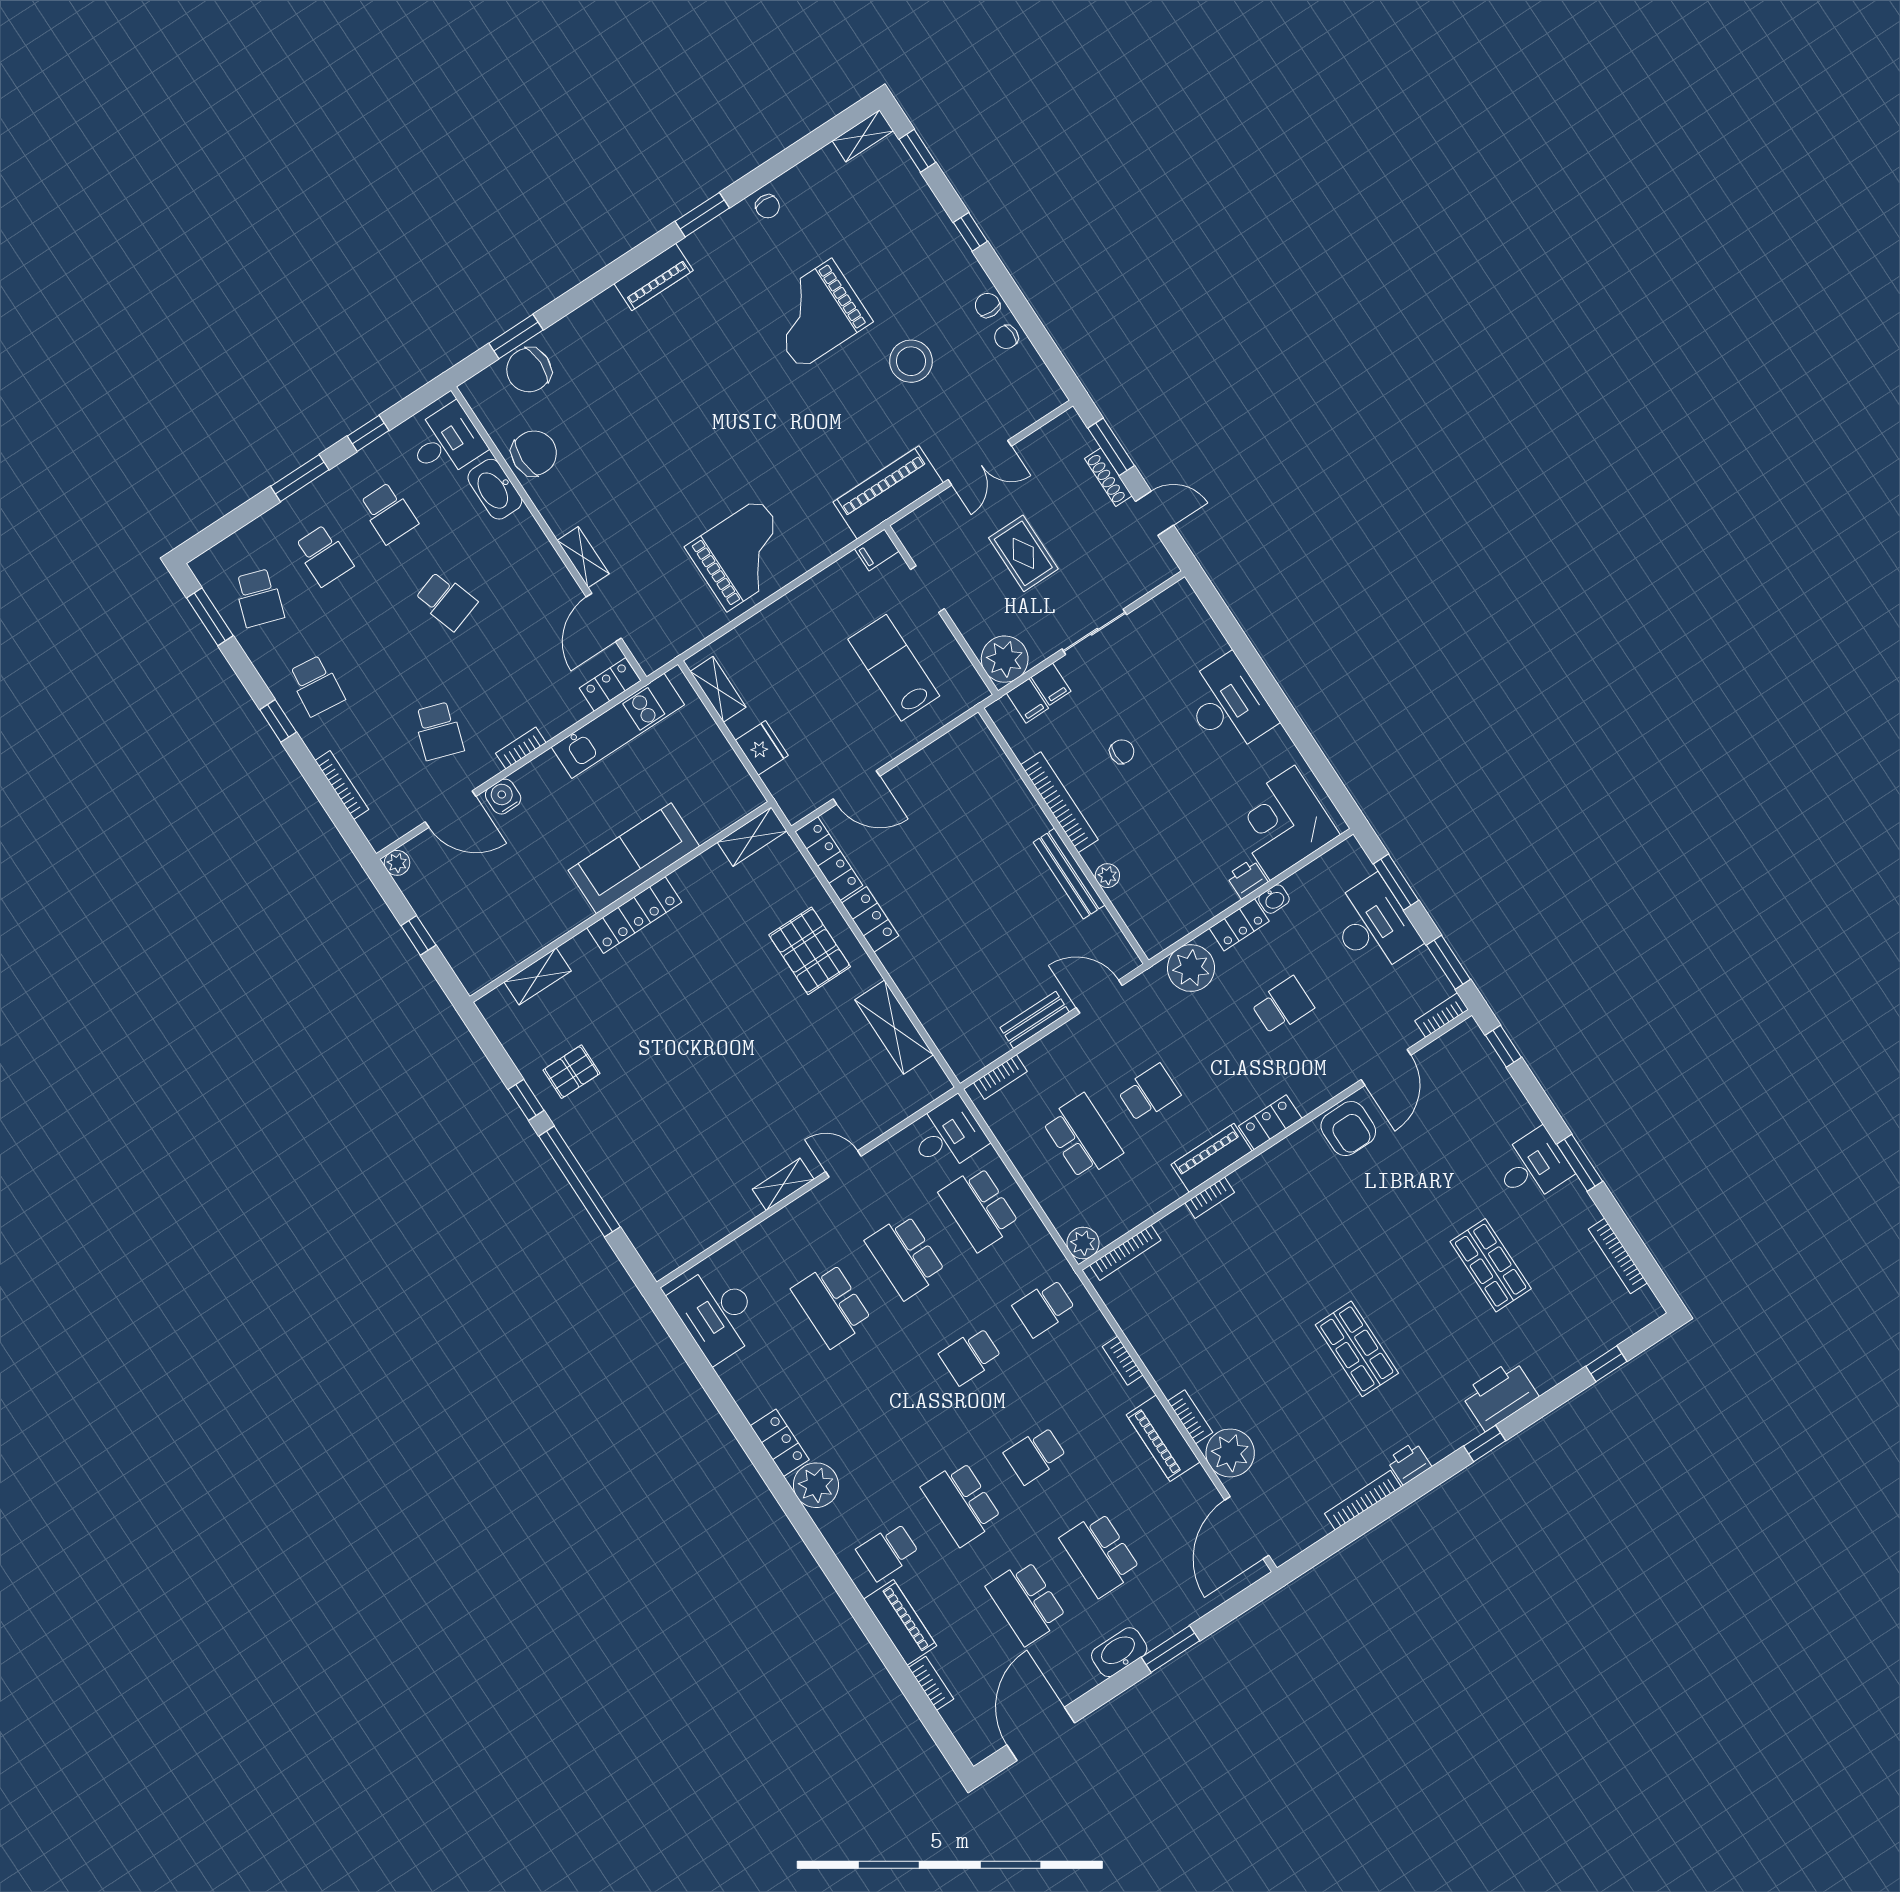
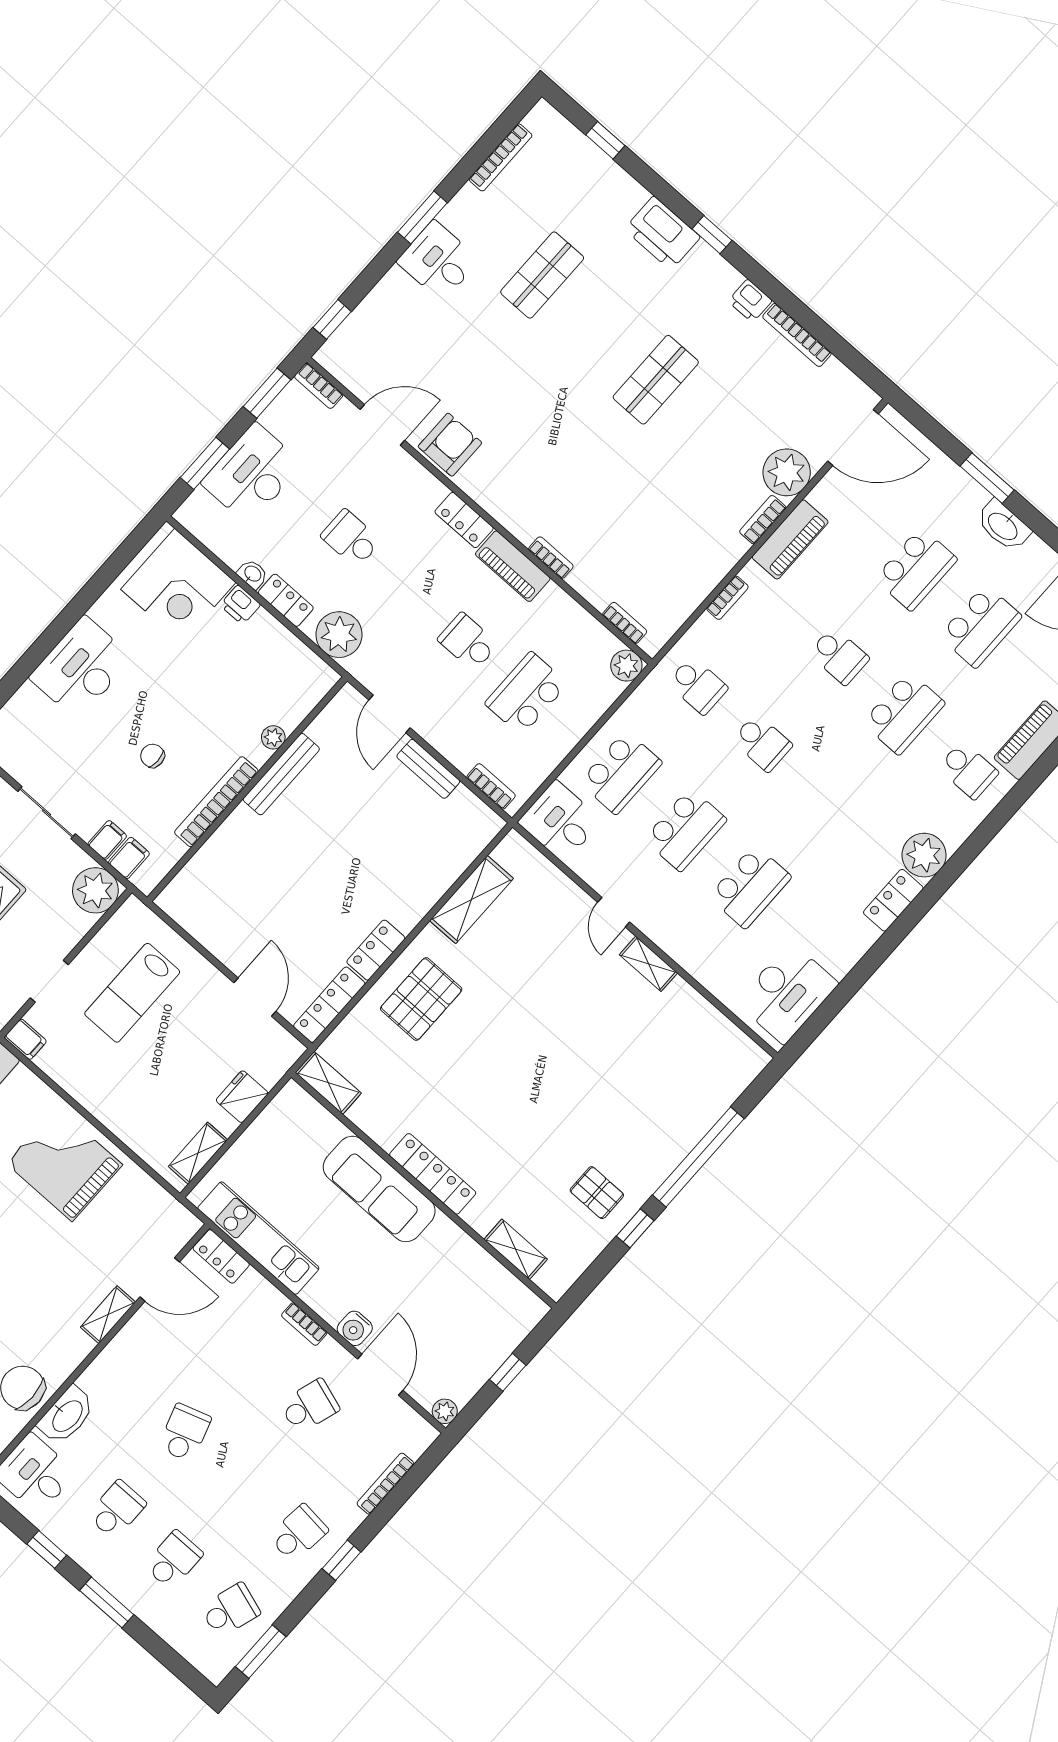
bookcase: (1125, 1253) -> (625, 623), width x0.64

